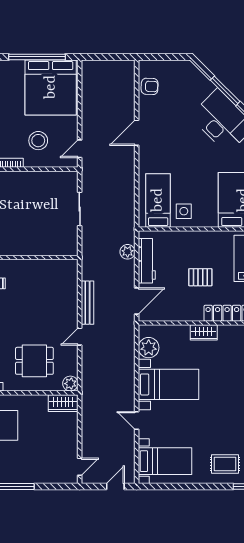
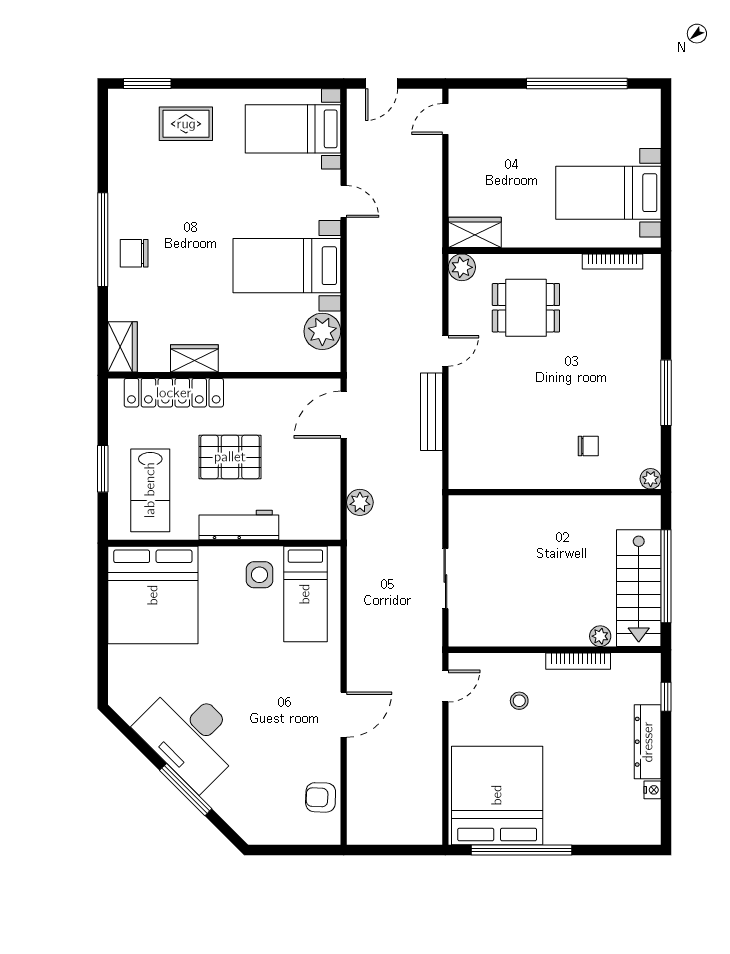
stool: (38, 141) -> (519, 701), width x0.53, depth x0.53
workbench: (147, 261) -> (239, 525), moved, turned 90
pallet: (200, 277) -> (230, 457), width x1.50, depth x1.42
wardrobe: (204, 332) -> (194, 358), moved

